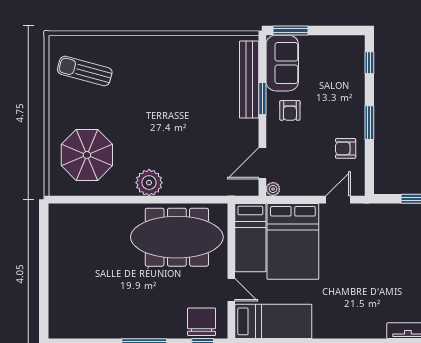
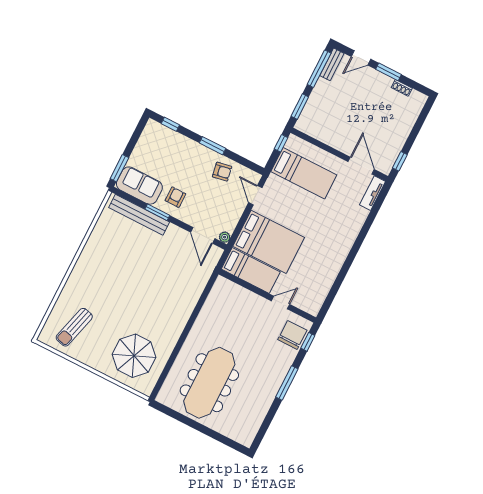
armchair: (290, 110) -> (175, 197), turned -90
armchair: (346, 148) -> (222, 172), turned -100
plant: (149, 183) -> (176, 322), removed
meeting table: (177, 237) -> (209, 383), moved
bed: (273, 321) -> (304, 173), moved, turned 90
chair: (202, 322) -> (292, 335), turned 90

